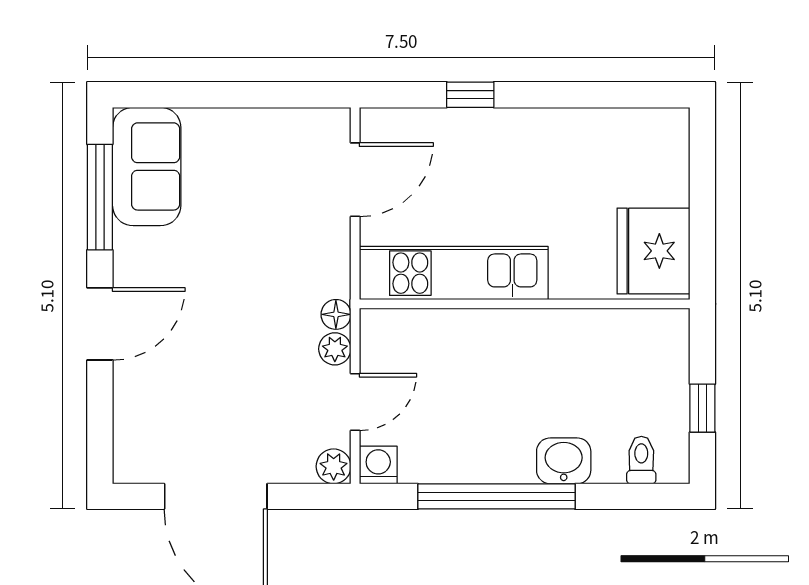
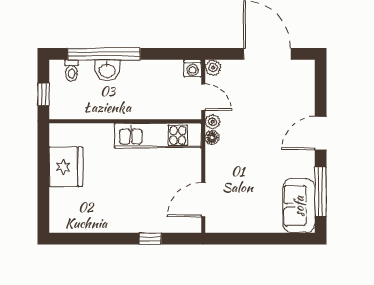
kitchen unit: (454, 273) -> (158, 135), moved
wall: (525, 304) -> (125, 121), moved
door: (355, 402) -> (203, 97), swing flipped
window: (497, 496) -> (104, 54), moved

